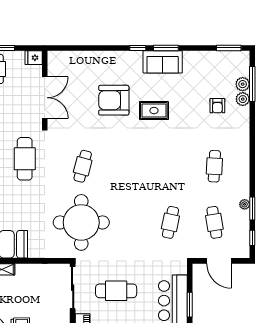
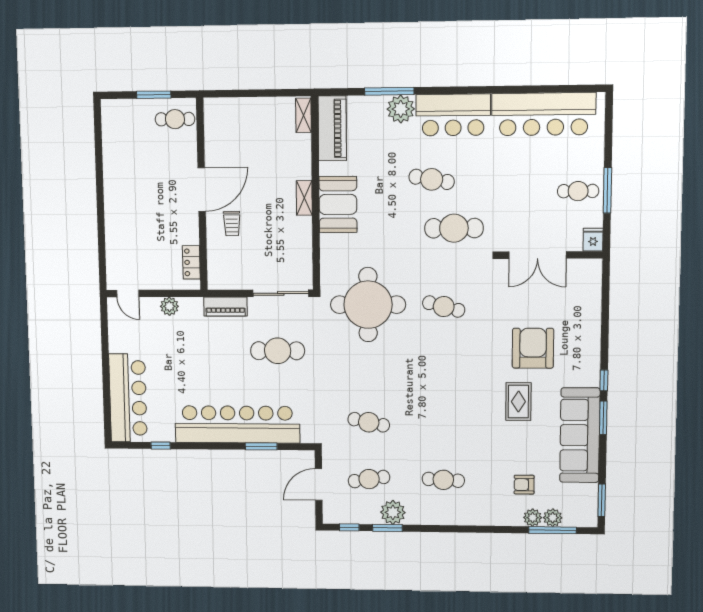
sofa: (163, 62) -> (580, 435), width x1.85, depth x1.27
plant: (245, 204) -> (393, 512), width x1.88, depth x1.88
cafe table: (116, 291) -> (278, 351), turned 90

